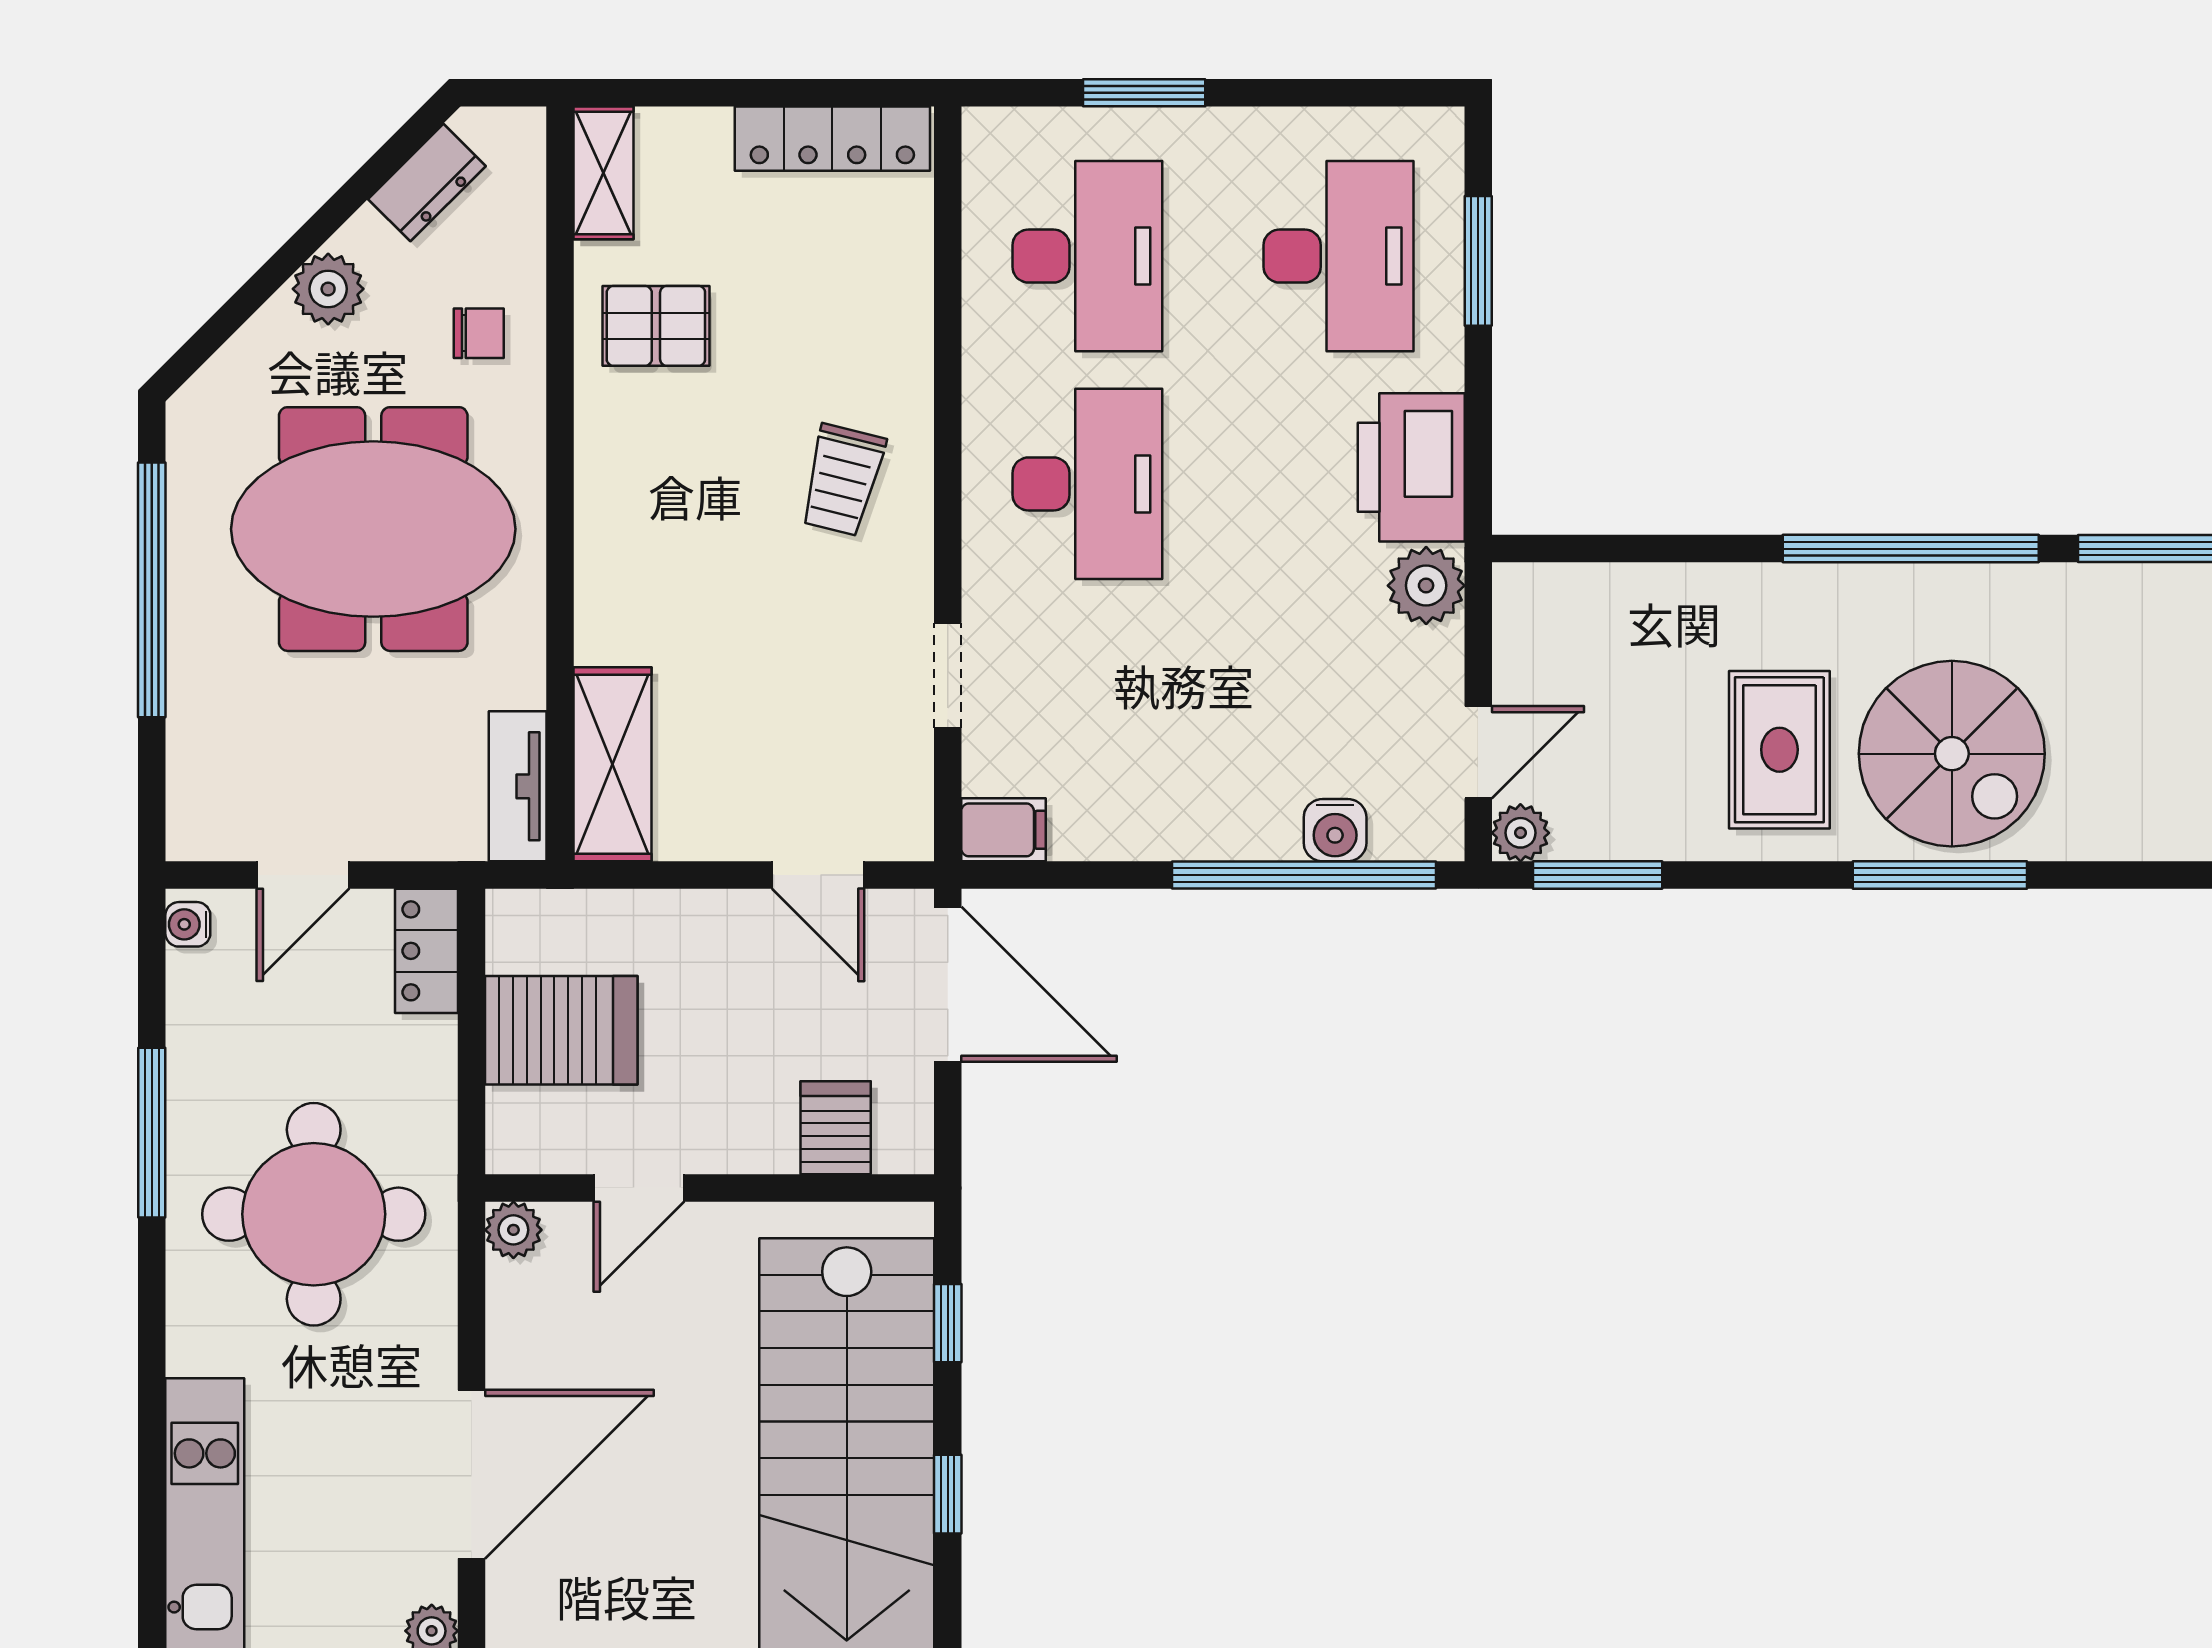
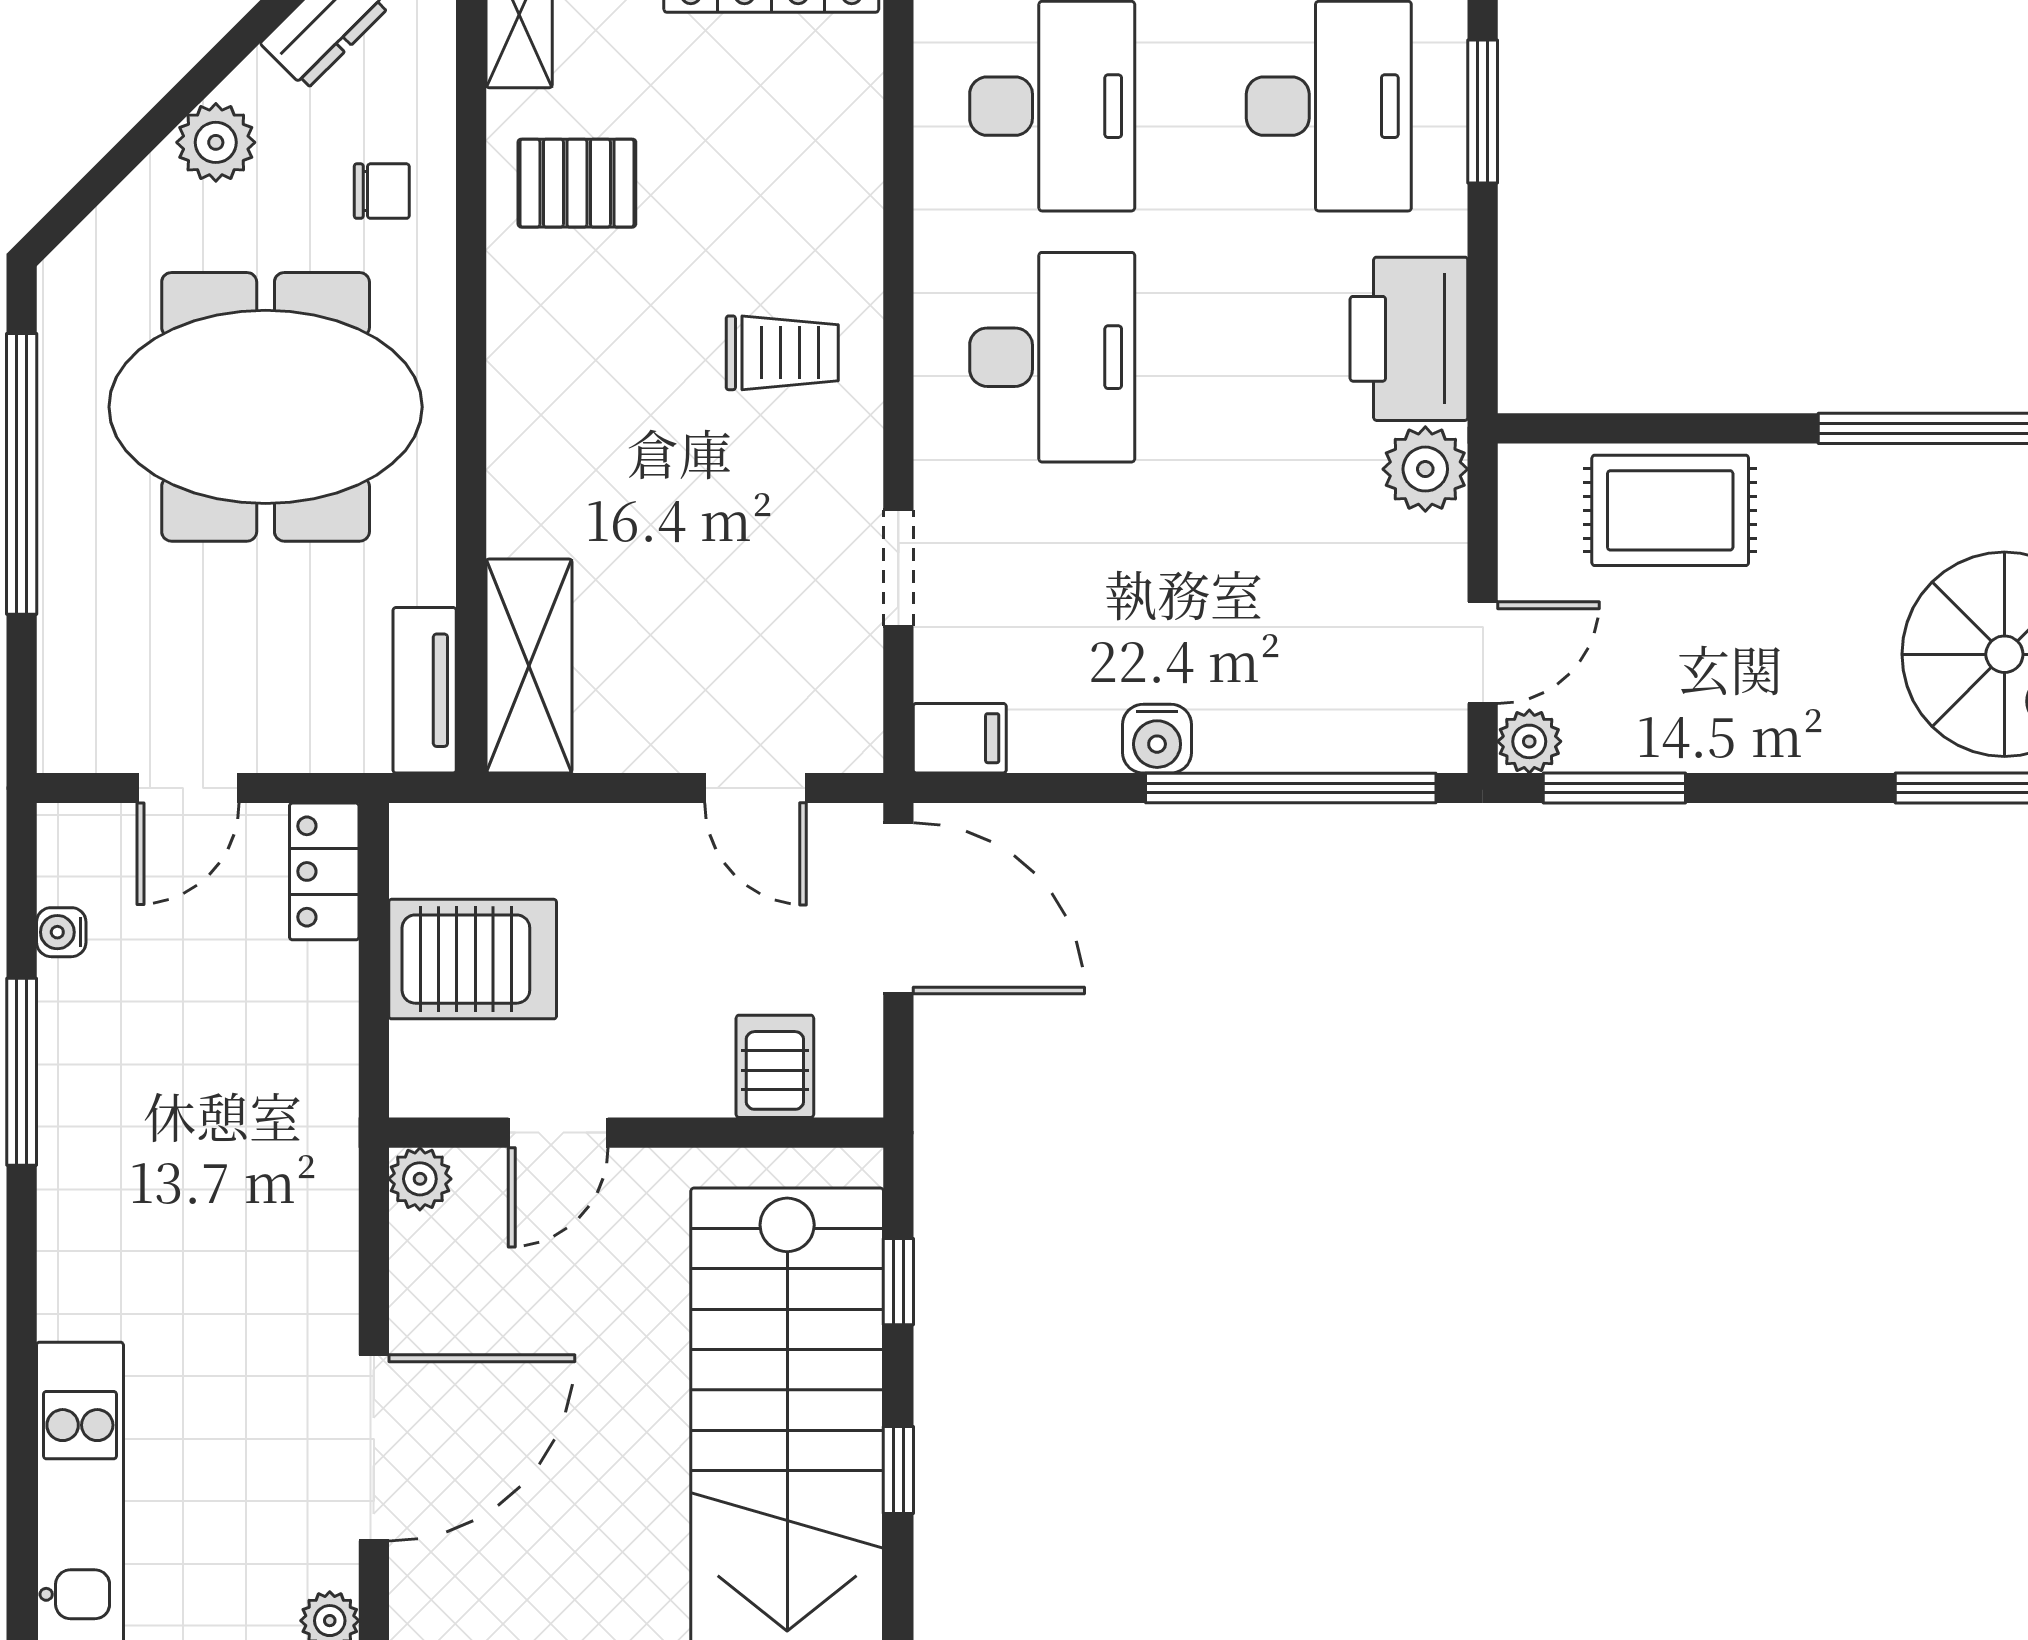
trolley: (842, 480) -> (782, 353), turned -104
rug: (1779, 750) -> (1670, 510), moved, turned 90
water cooler: (1335, 830) -> (1157, 739), moved
water cooler: (188, 924) -> (61, 932), moved
round table: (314, 1214) -> (200, 1162), removed

